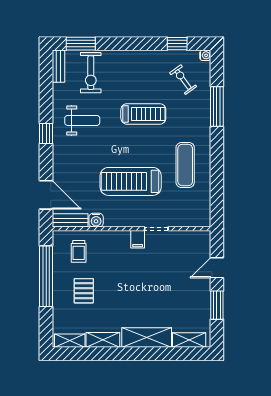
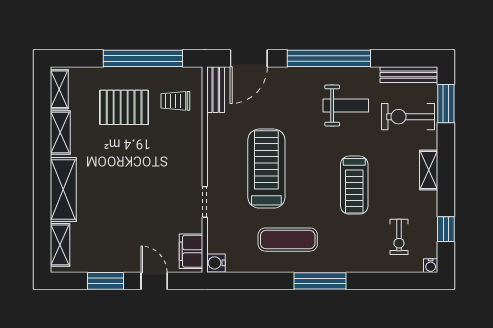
shelving: (132, 57) -> (429, 170), added
bench: (59, 66) -> (409, 75), width x1.36
exercise bike: (183, 80) -> (399, 237), turned 126
window: (217, 106) -> (320, 281), moved
weight bench: (82, 120) -> (346, 106), turned -90
window: (46, 133) -> (329, 58), width x3.17
water cooler: (96, 220) -> (216, 263), moved
filing cabinet: (138, 239) -> (191, 251), moved, width x2.00
pallet: (84, 291) -> (124, 107), width x1.50, depth x1.42

